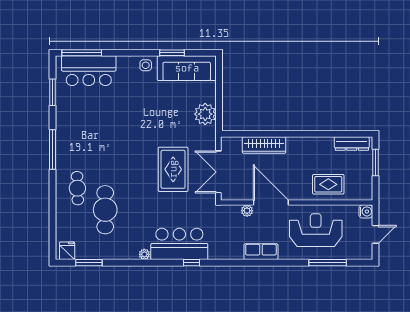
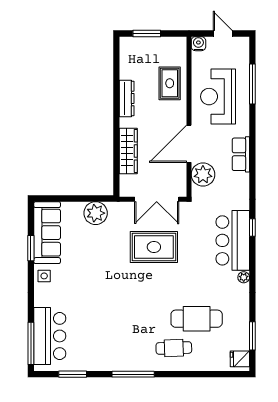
dresser: (352, 143) -> (127, 98), moved
plant: (247, 211) -> (203, 175), width x1.87, depth x1.87

